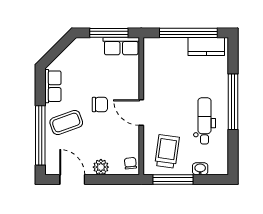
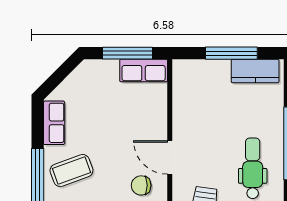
window: (188, 33) -> (231, 53), width x0.68
chair: (100, 104) -> (141, 185), moved, turned 180

